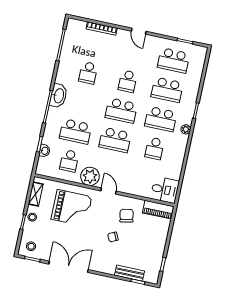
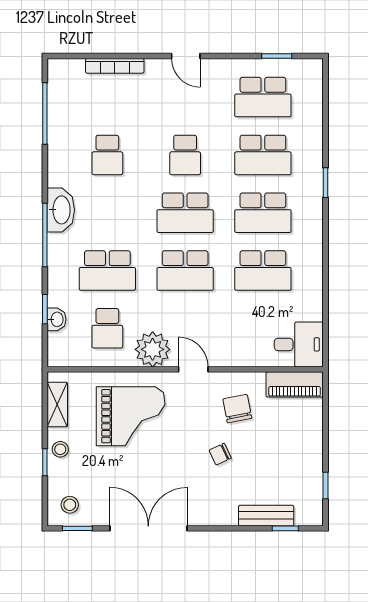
plant: (186, 129) -> (314, 222), removed
school desk: (155, 148) -> (263, 270), width x1.85

